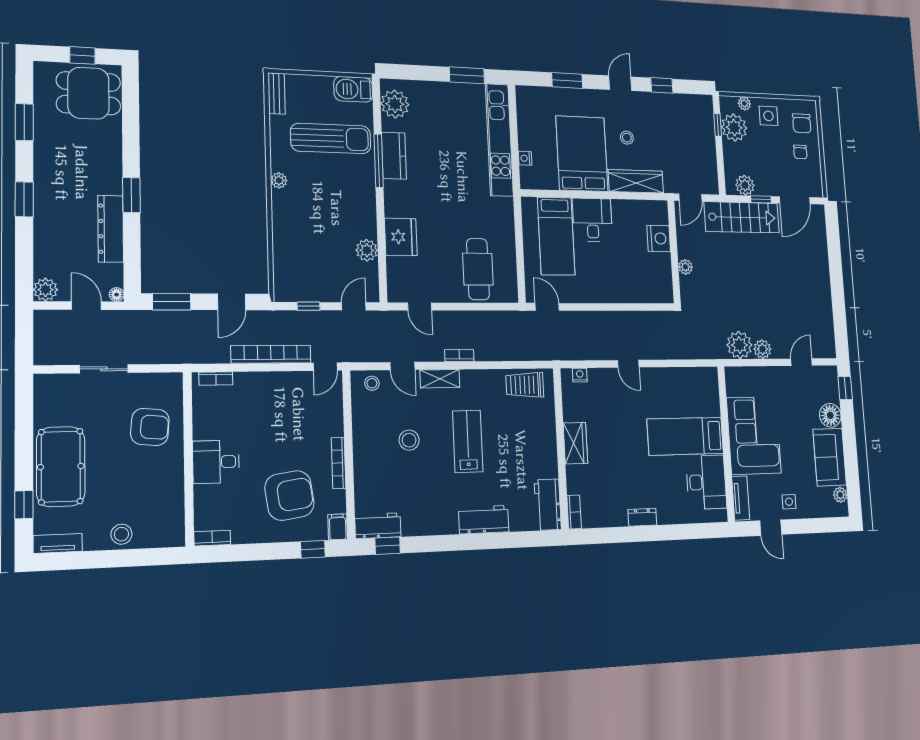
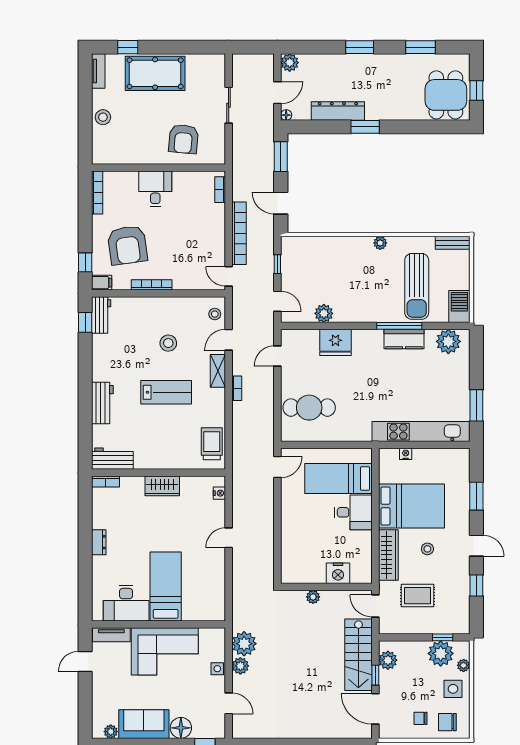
rug: (677, 151) -> (417, 596), added
side table: (789, 502) -> (217, 669), moved
bookcase: (212, 538) -> (97, 193), width x1.56

